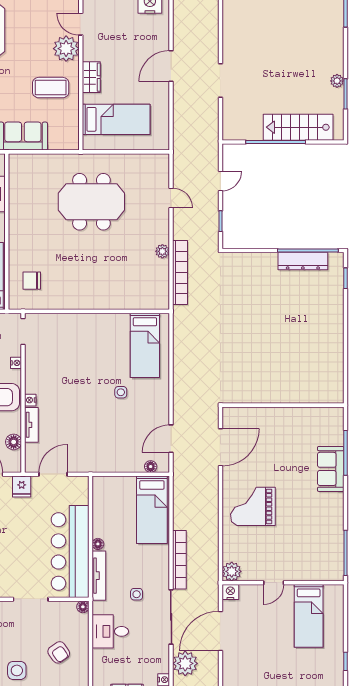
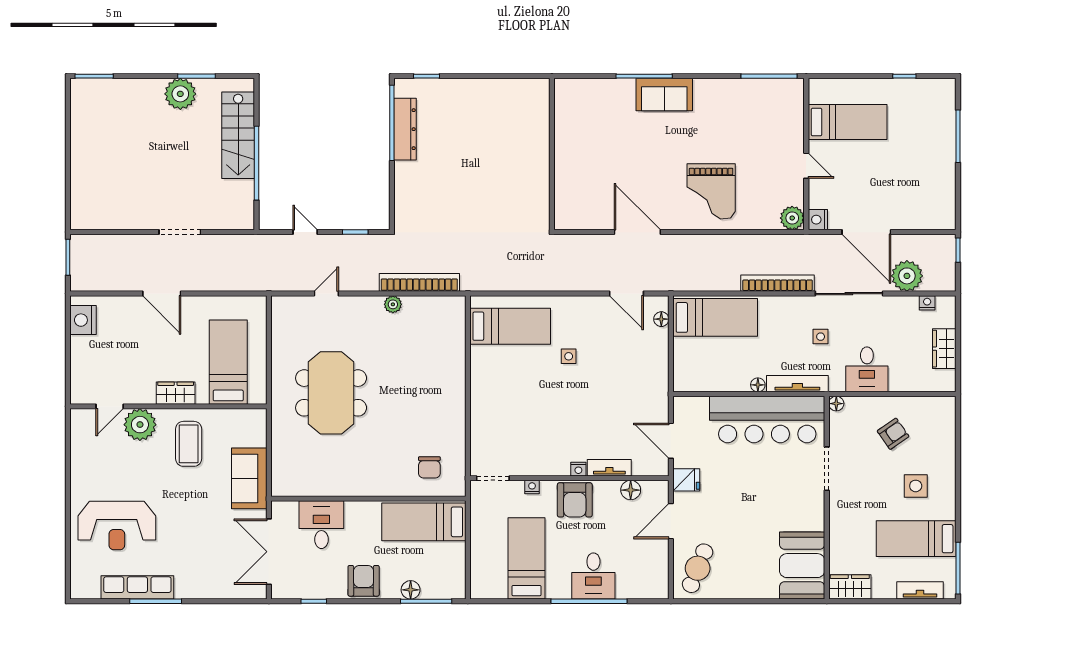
plant: (337, 81) -> (180, 94), width x1.87, depth x1.87
wall: (283, 405) -> (552, 154), moved

